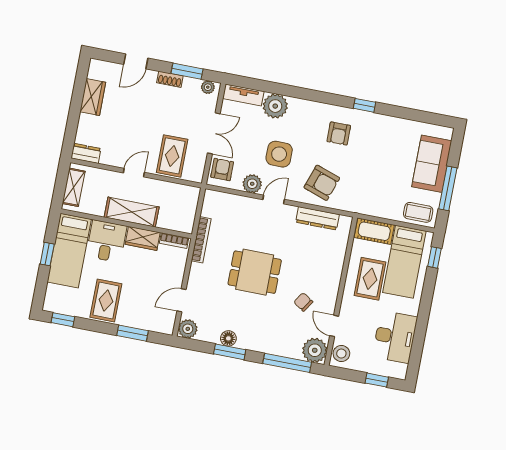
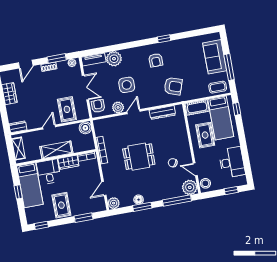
armchair: (322, 183) -> (173, 86), moved
boiler: (189, 196) -> (85, 128), added

